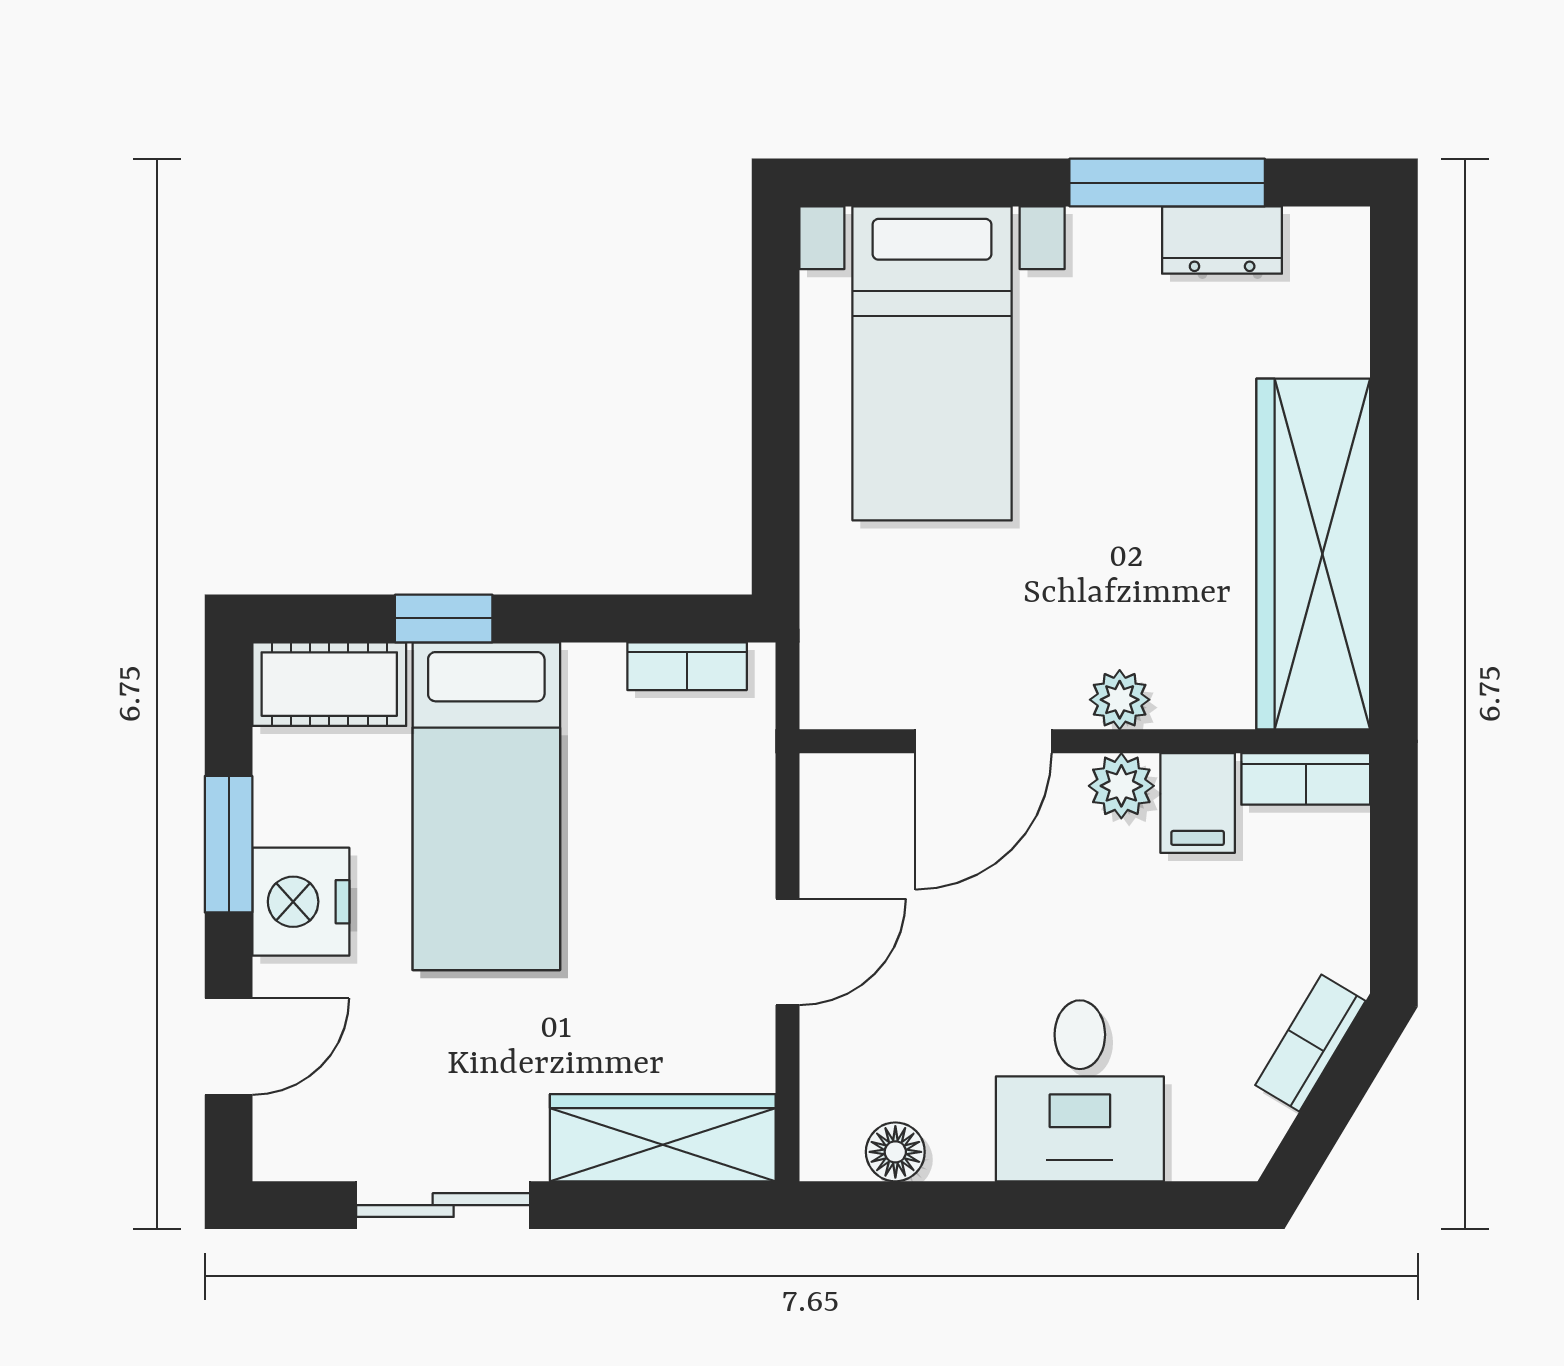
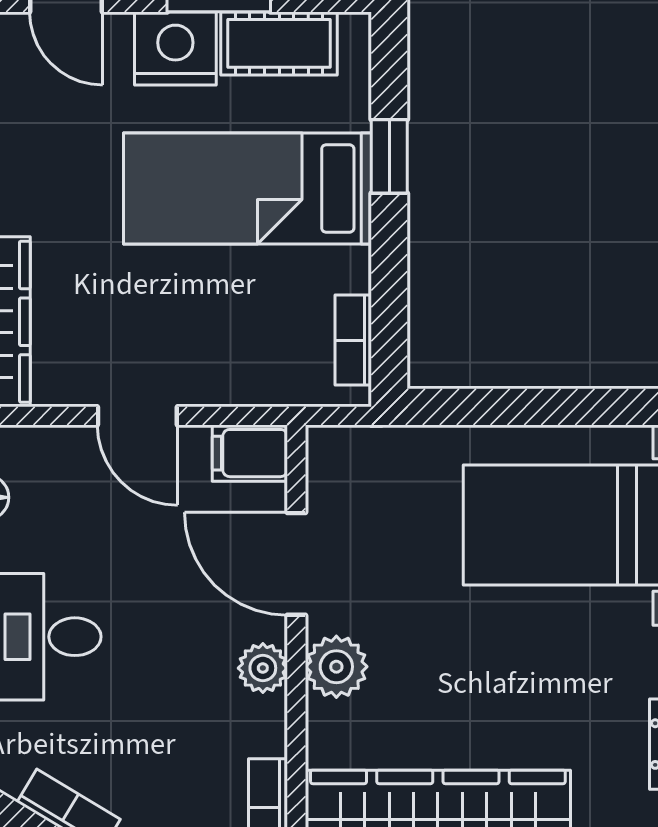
cot: (329, 684) -> (279, 43), moved, turned 90
plant: (1120, 700) -> (336, 667), width x1.38, depth x1.38
filing cabinet: (1198, 803) -> (250, 453), moved

